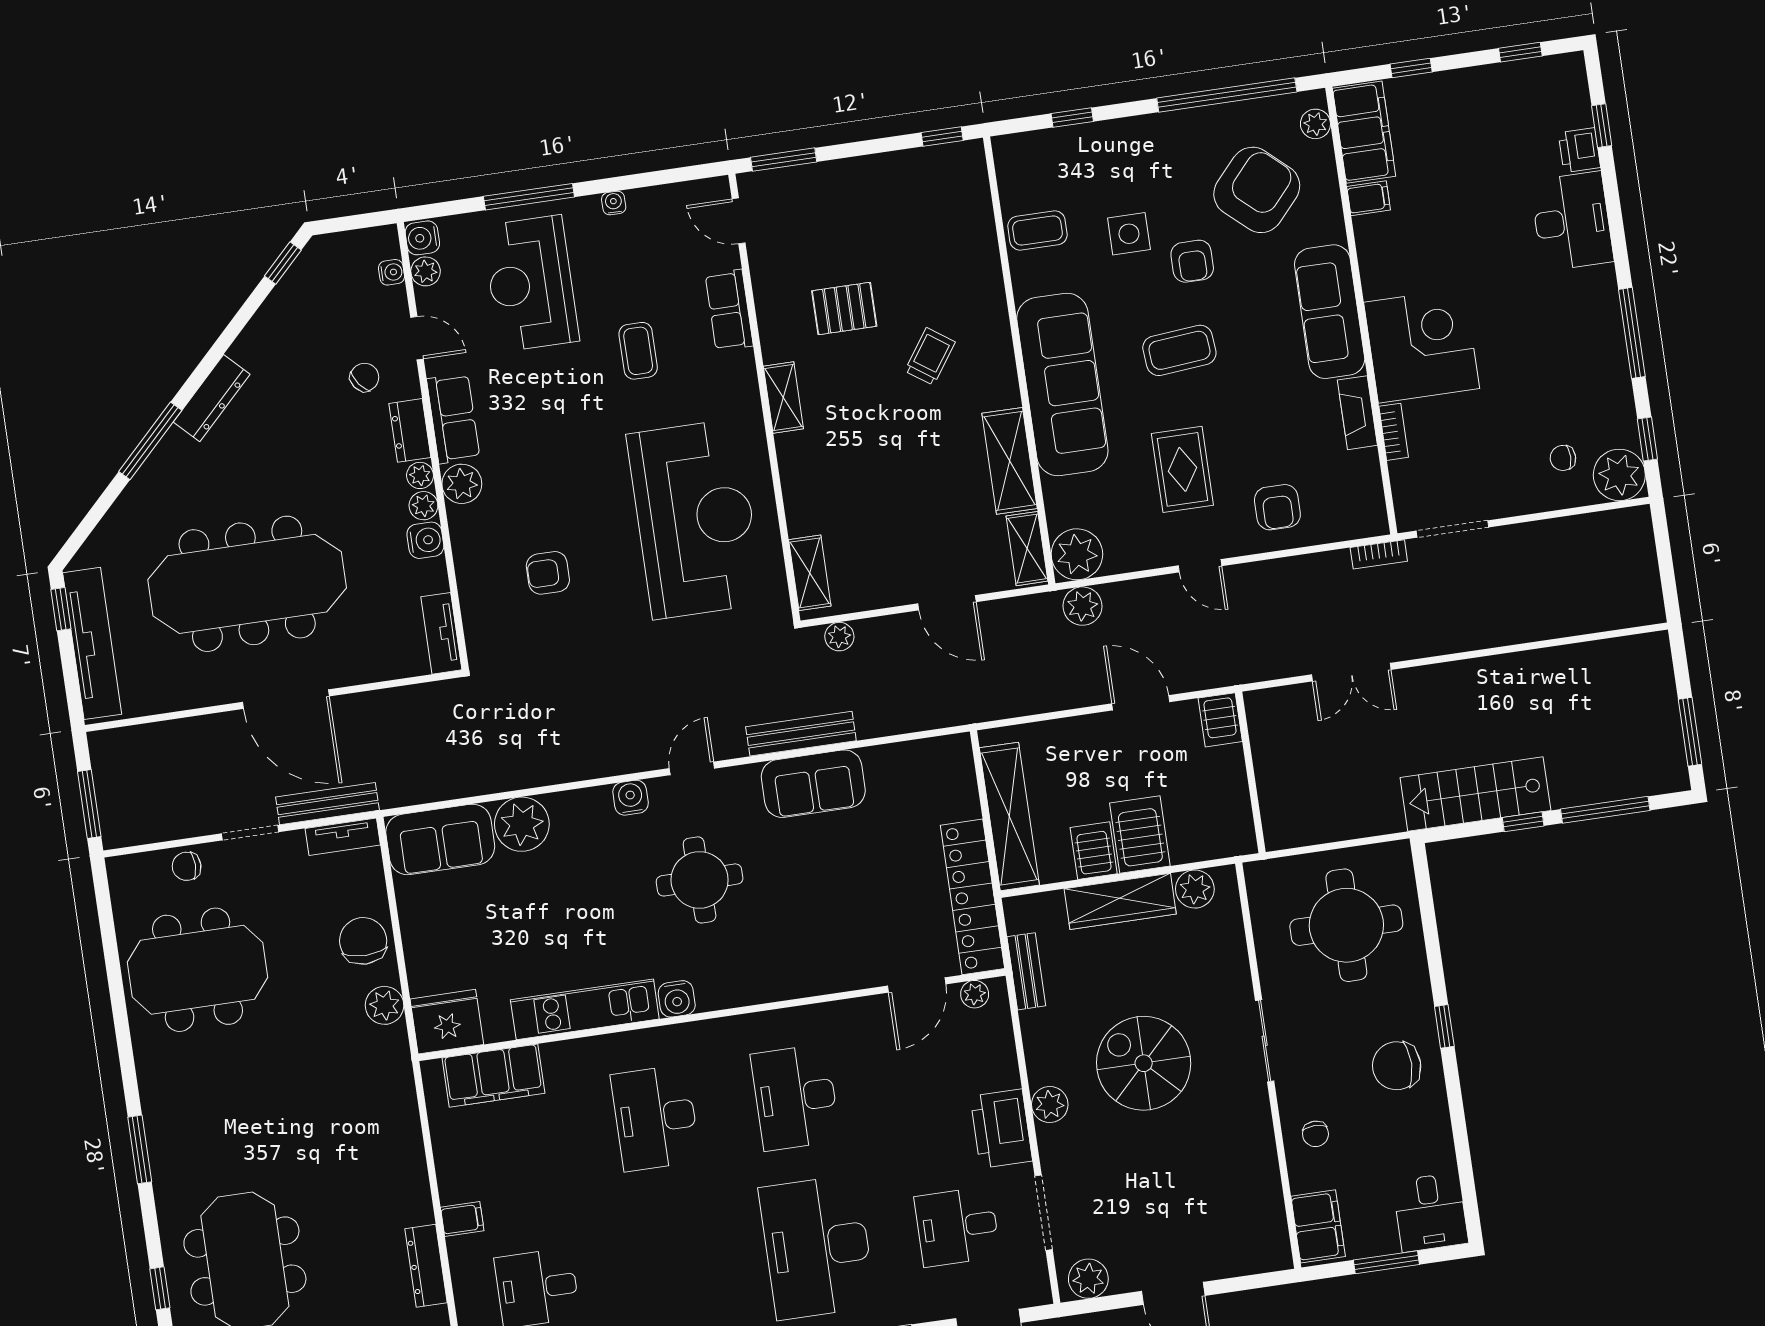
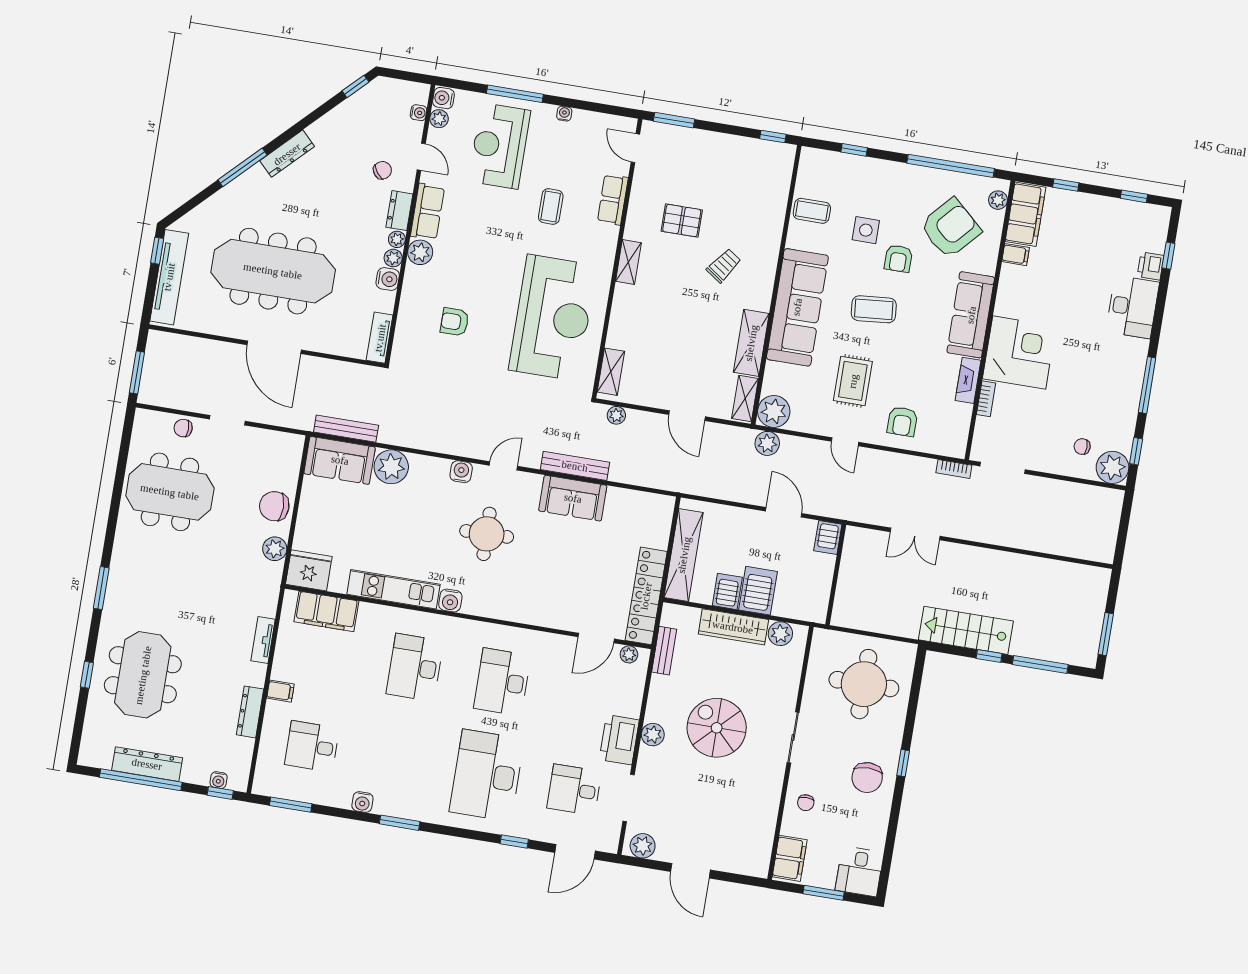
bench: (327, 804) -> (346, 429), moved
tv unit: (343, 837) -> (263, 640), moved, turned 90
chair: (363, 941) -> (274, 506), turned -90
chair: (1397, 1066) -> (867, 778), turned -90

